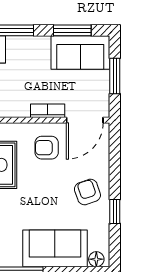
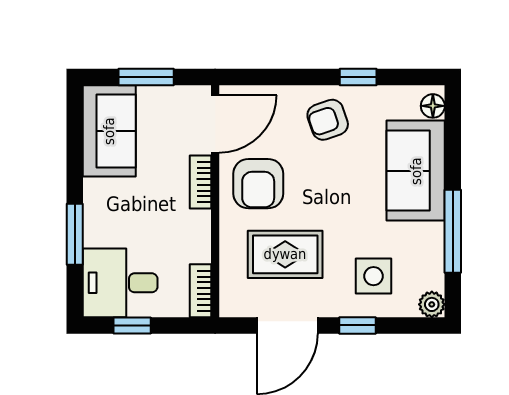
window: (72, 30) -> (75, 143), removed
door: (85, 120) -> (215, 124), hinge flipped
armchair: (47, 148) -> (258, 184), width x1.38, depth x1.38

